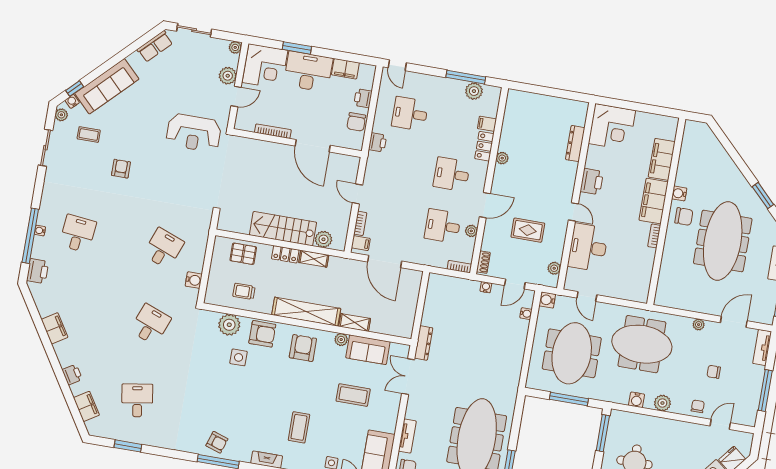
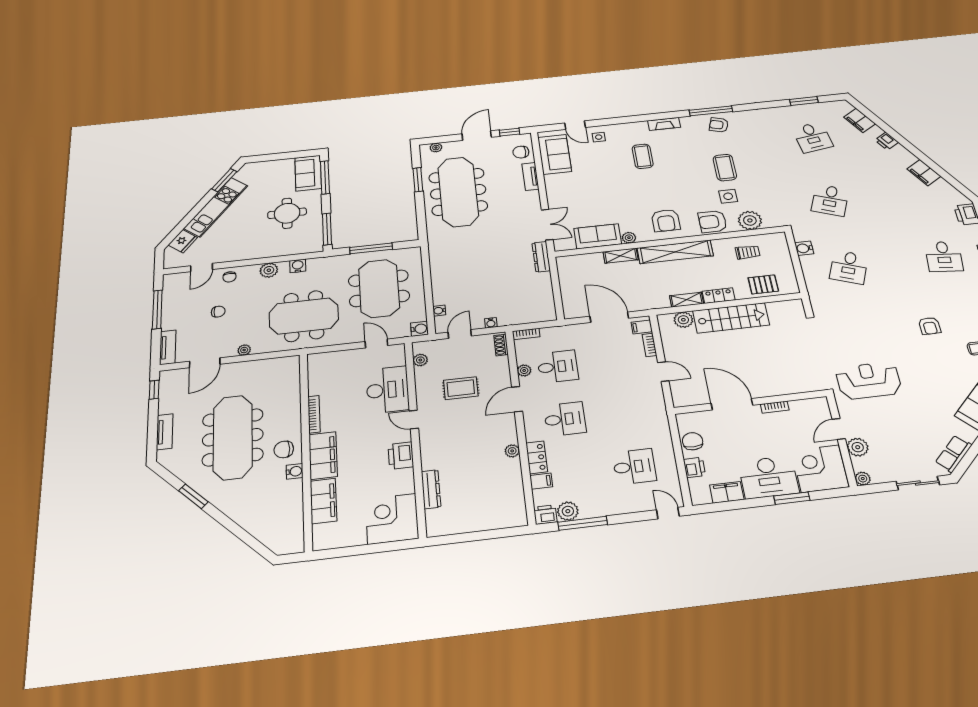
bookcase: (273, 131) -> (775, 407), width x0.64
printer: (377, 142) -> (545, 515), moved, turned 90
bookcase: (654, 236) -> (314, 414), width x1.56
coffee table: (353, 395) -> (725, 168), moved, turned 90

